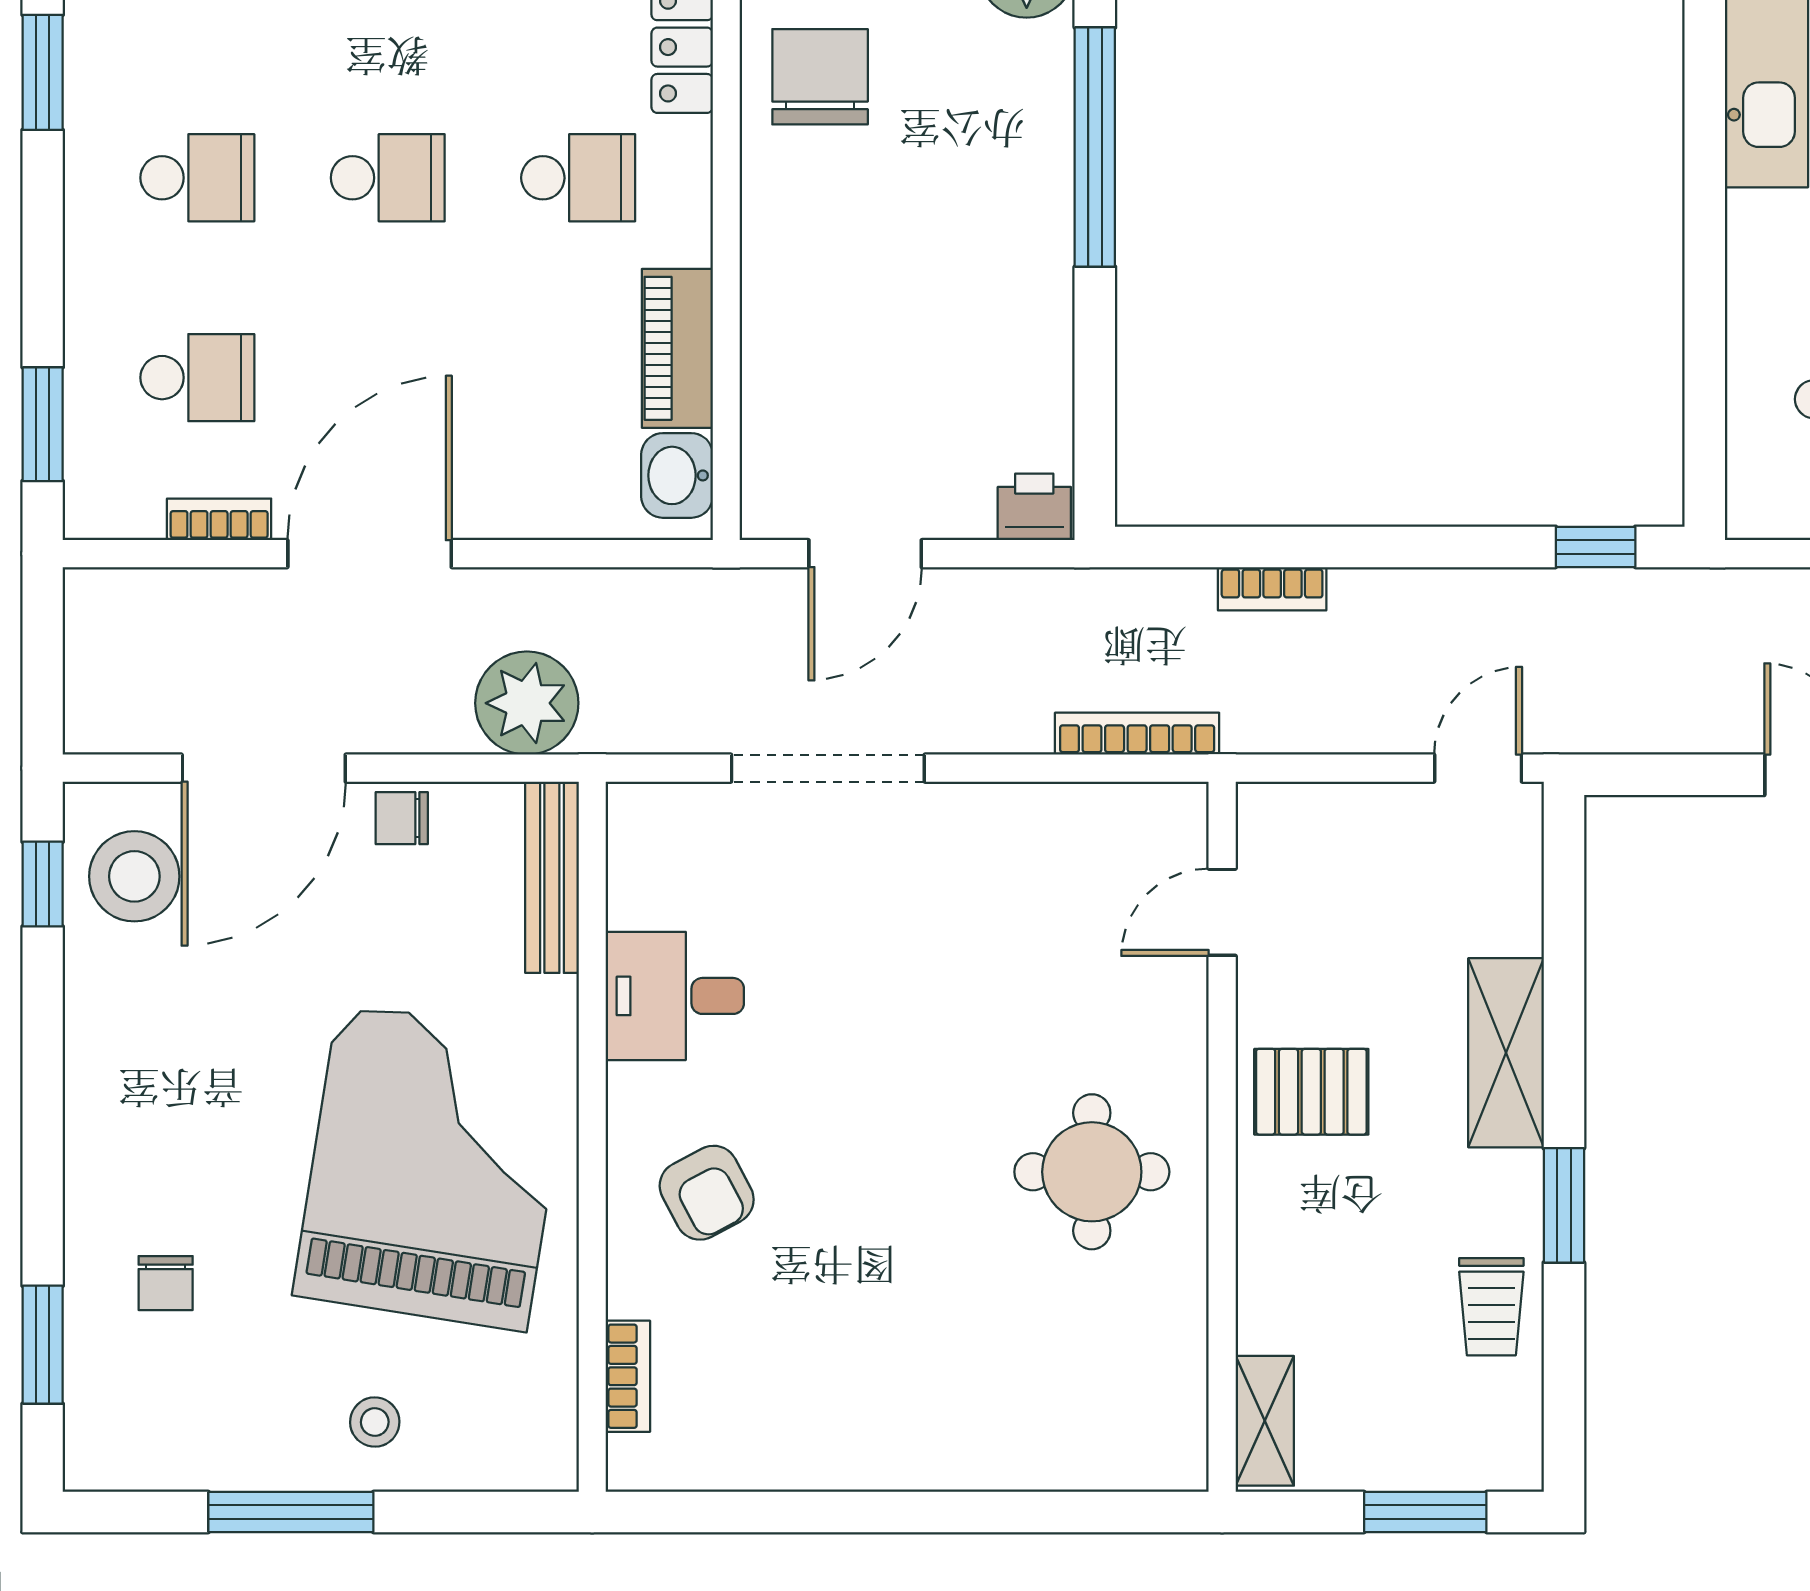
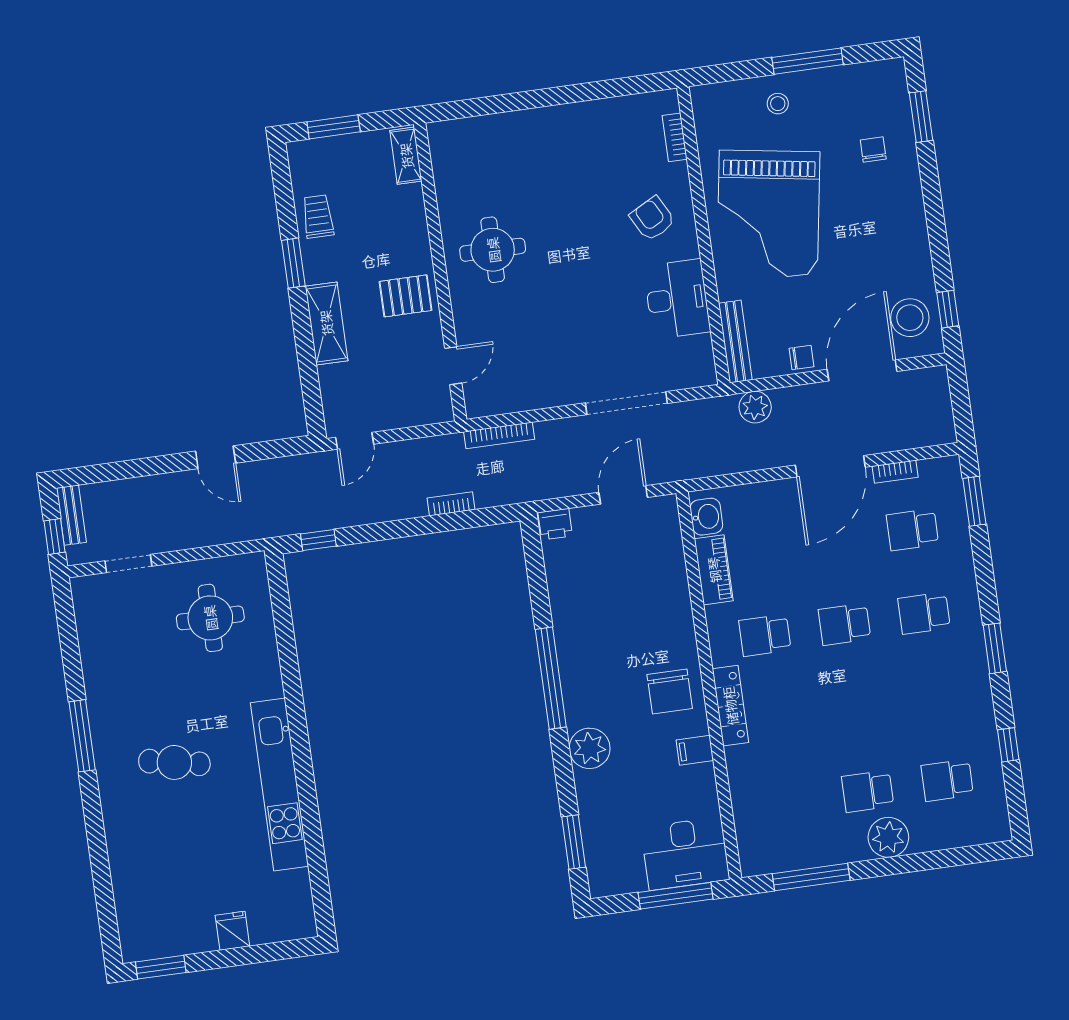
plant: (527, 703) -> (755, 407), width x0.73, depth x0.73
desk: (675, 996) -> (677, 299), width x1.37

